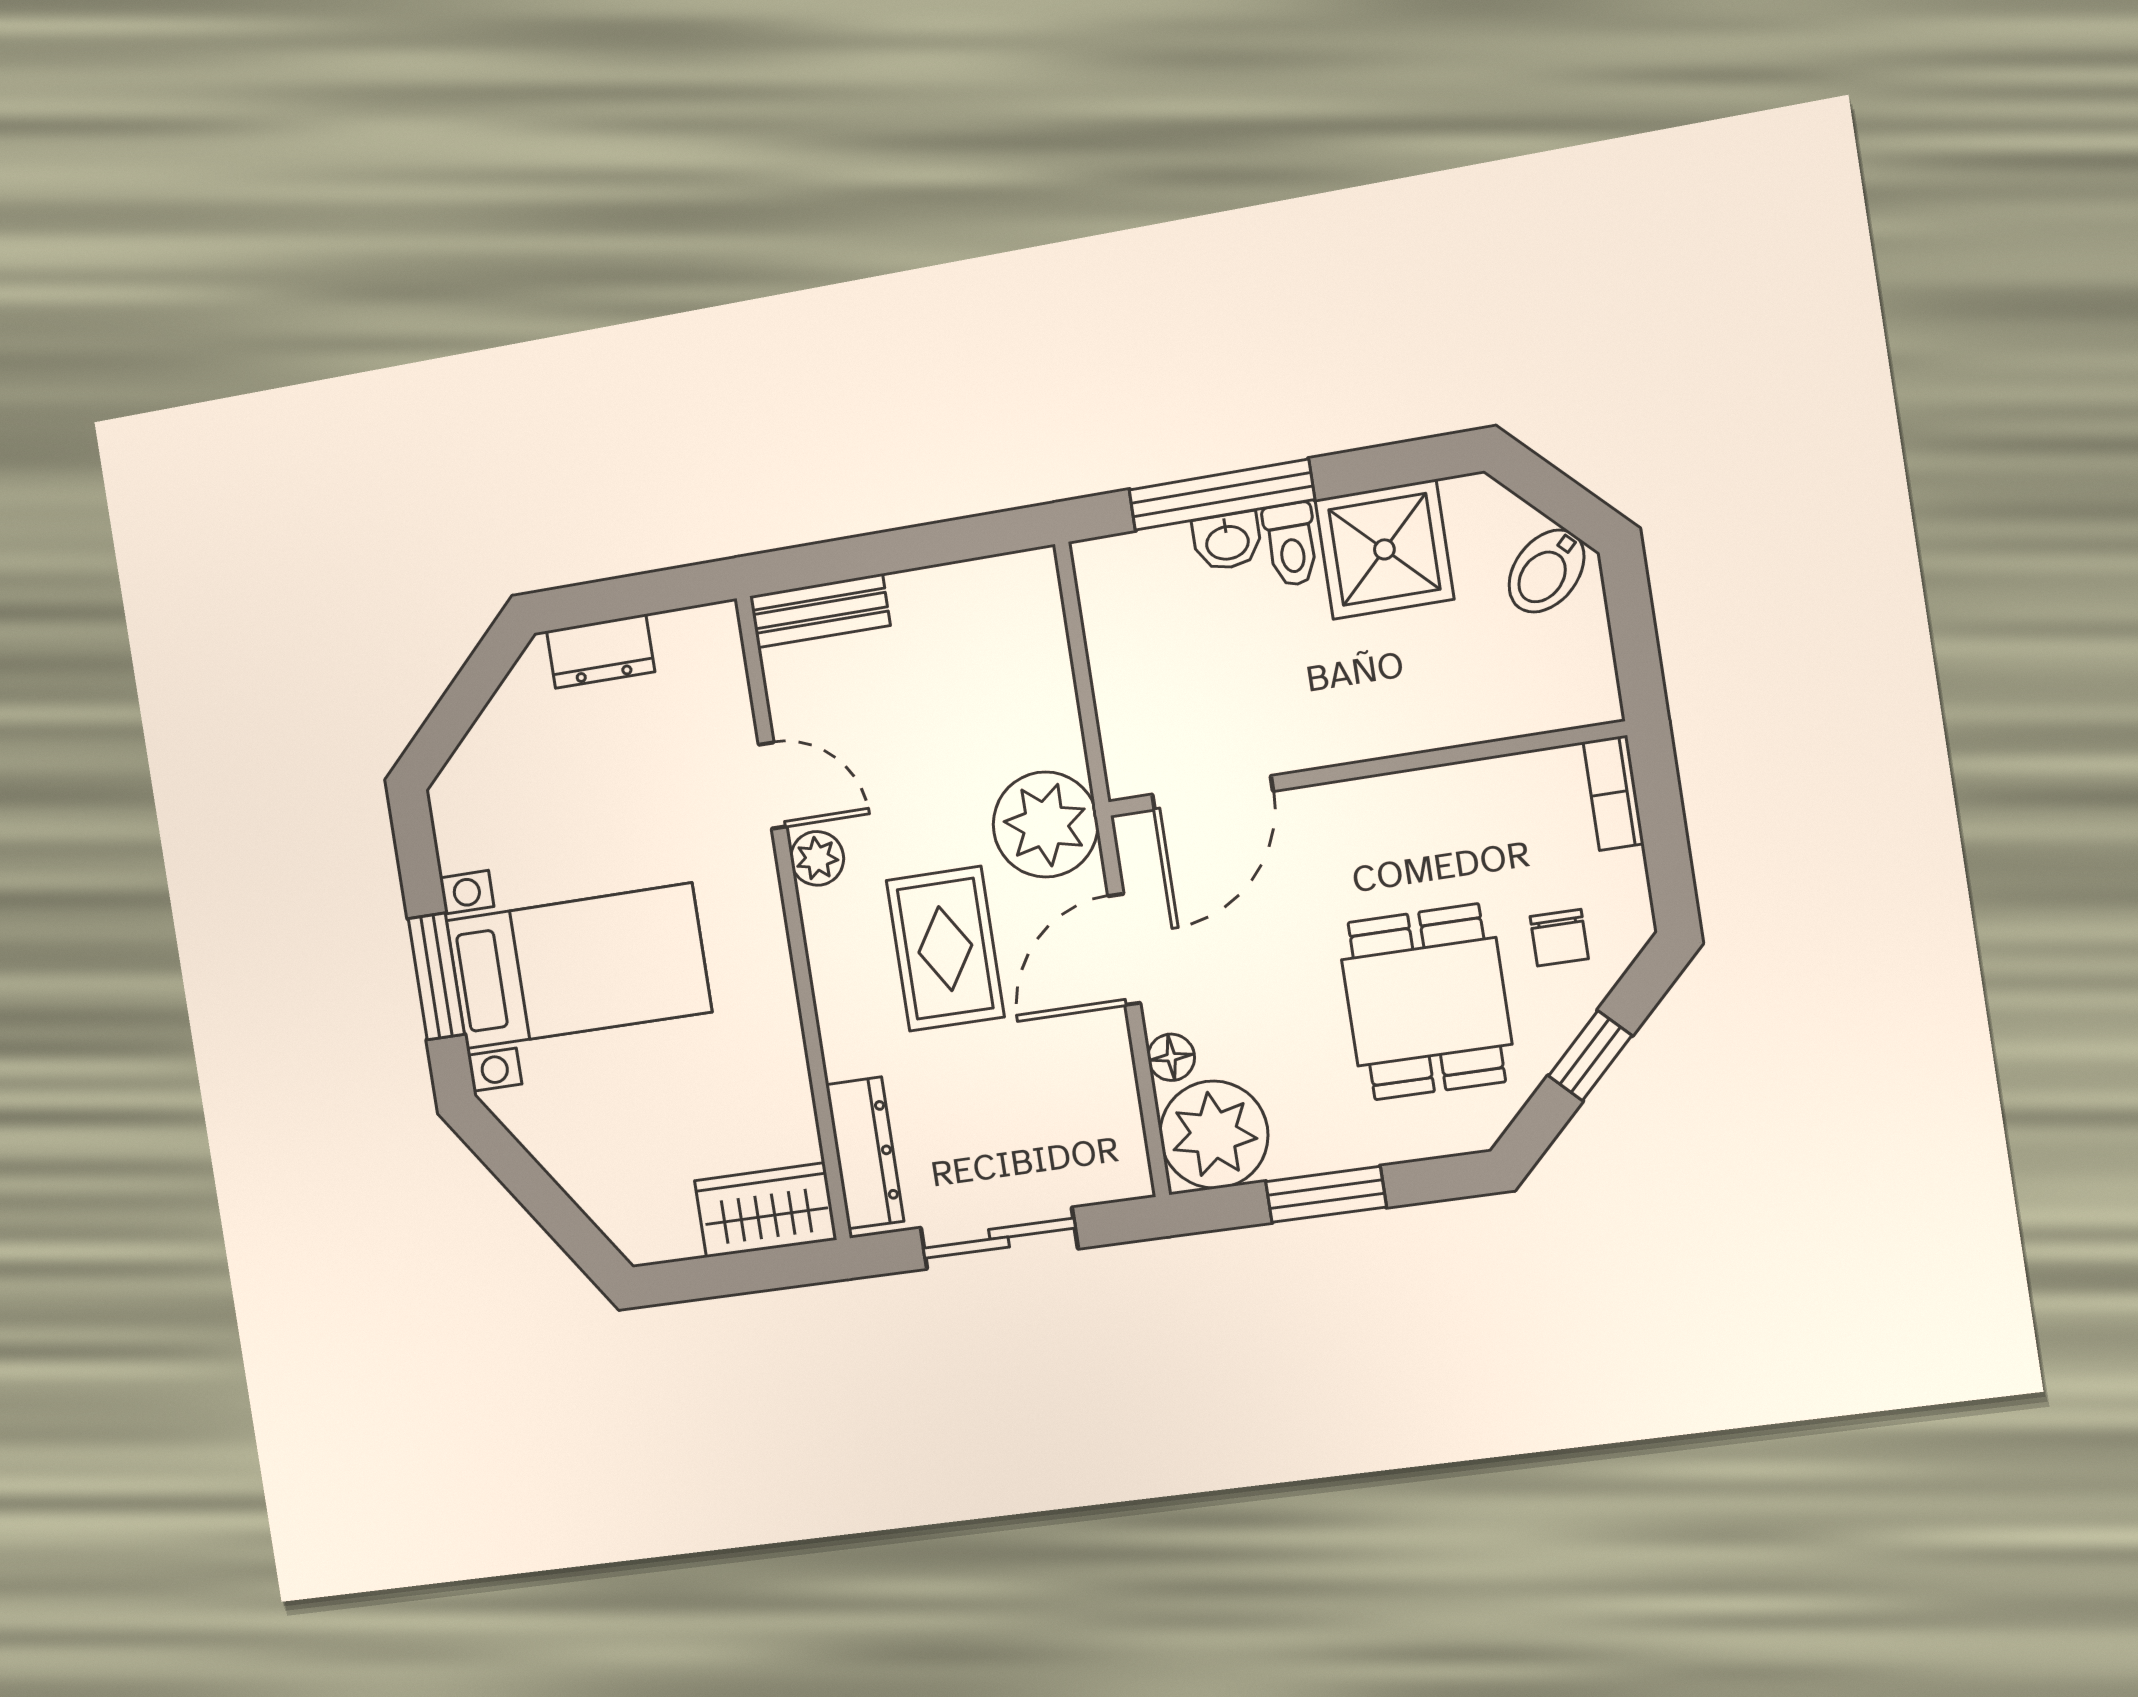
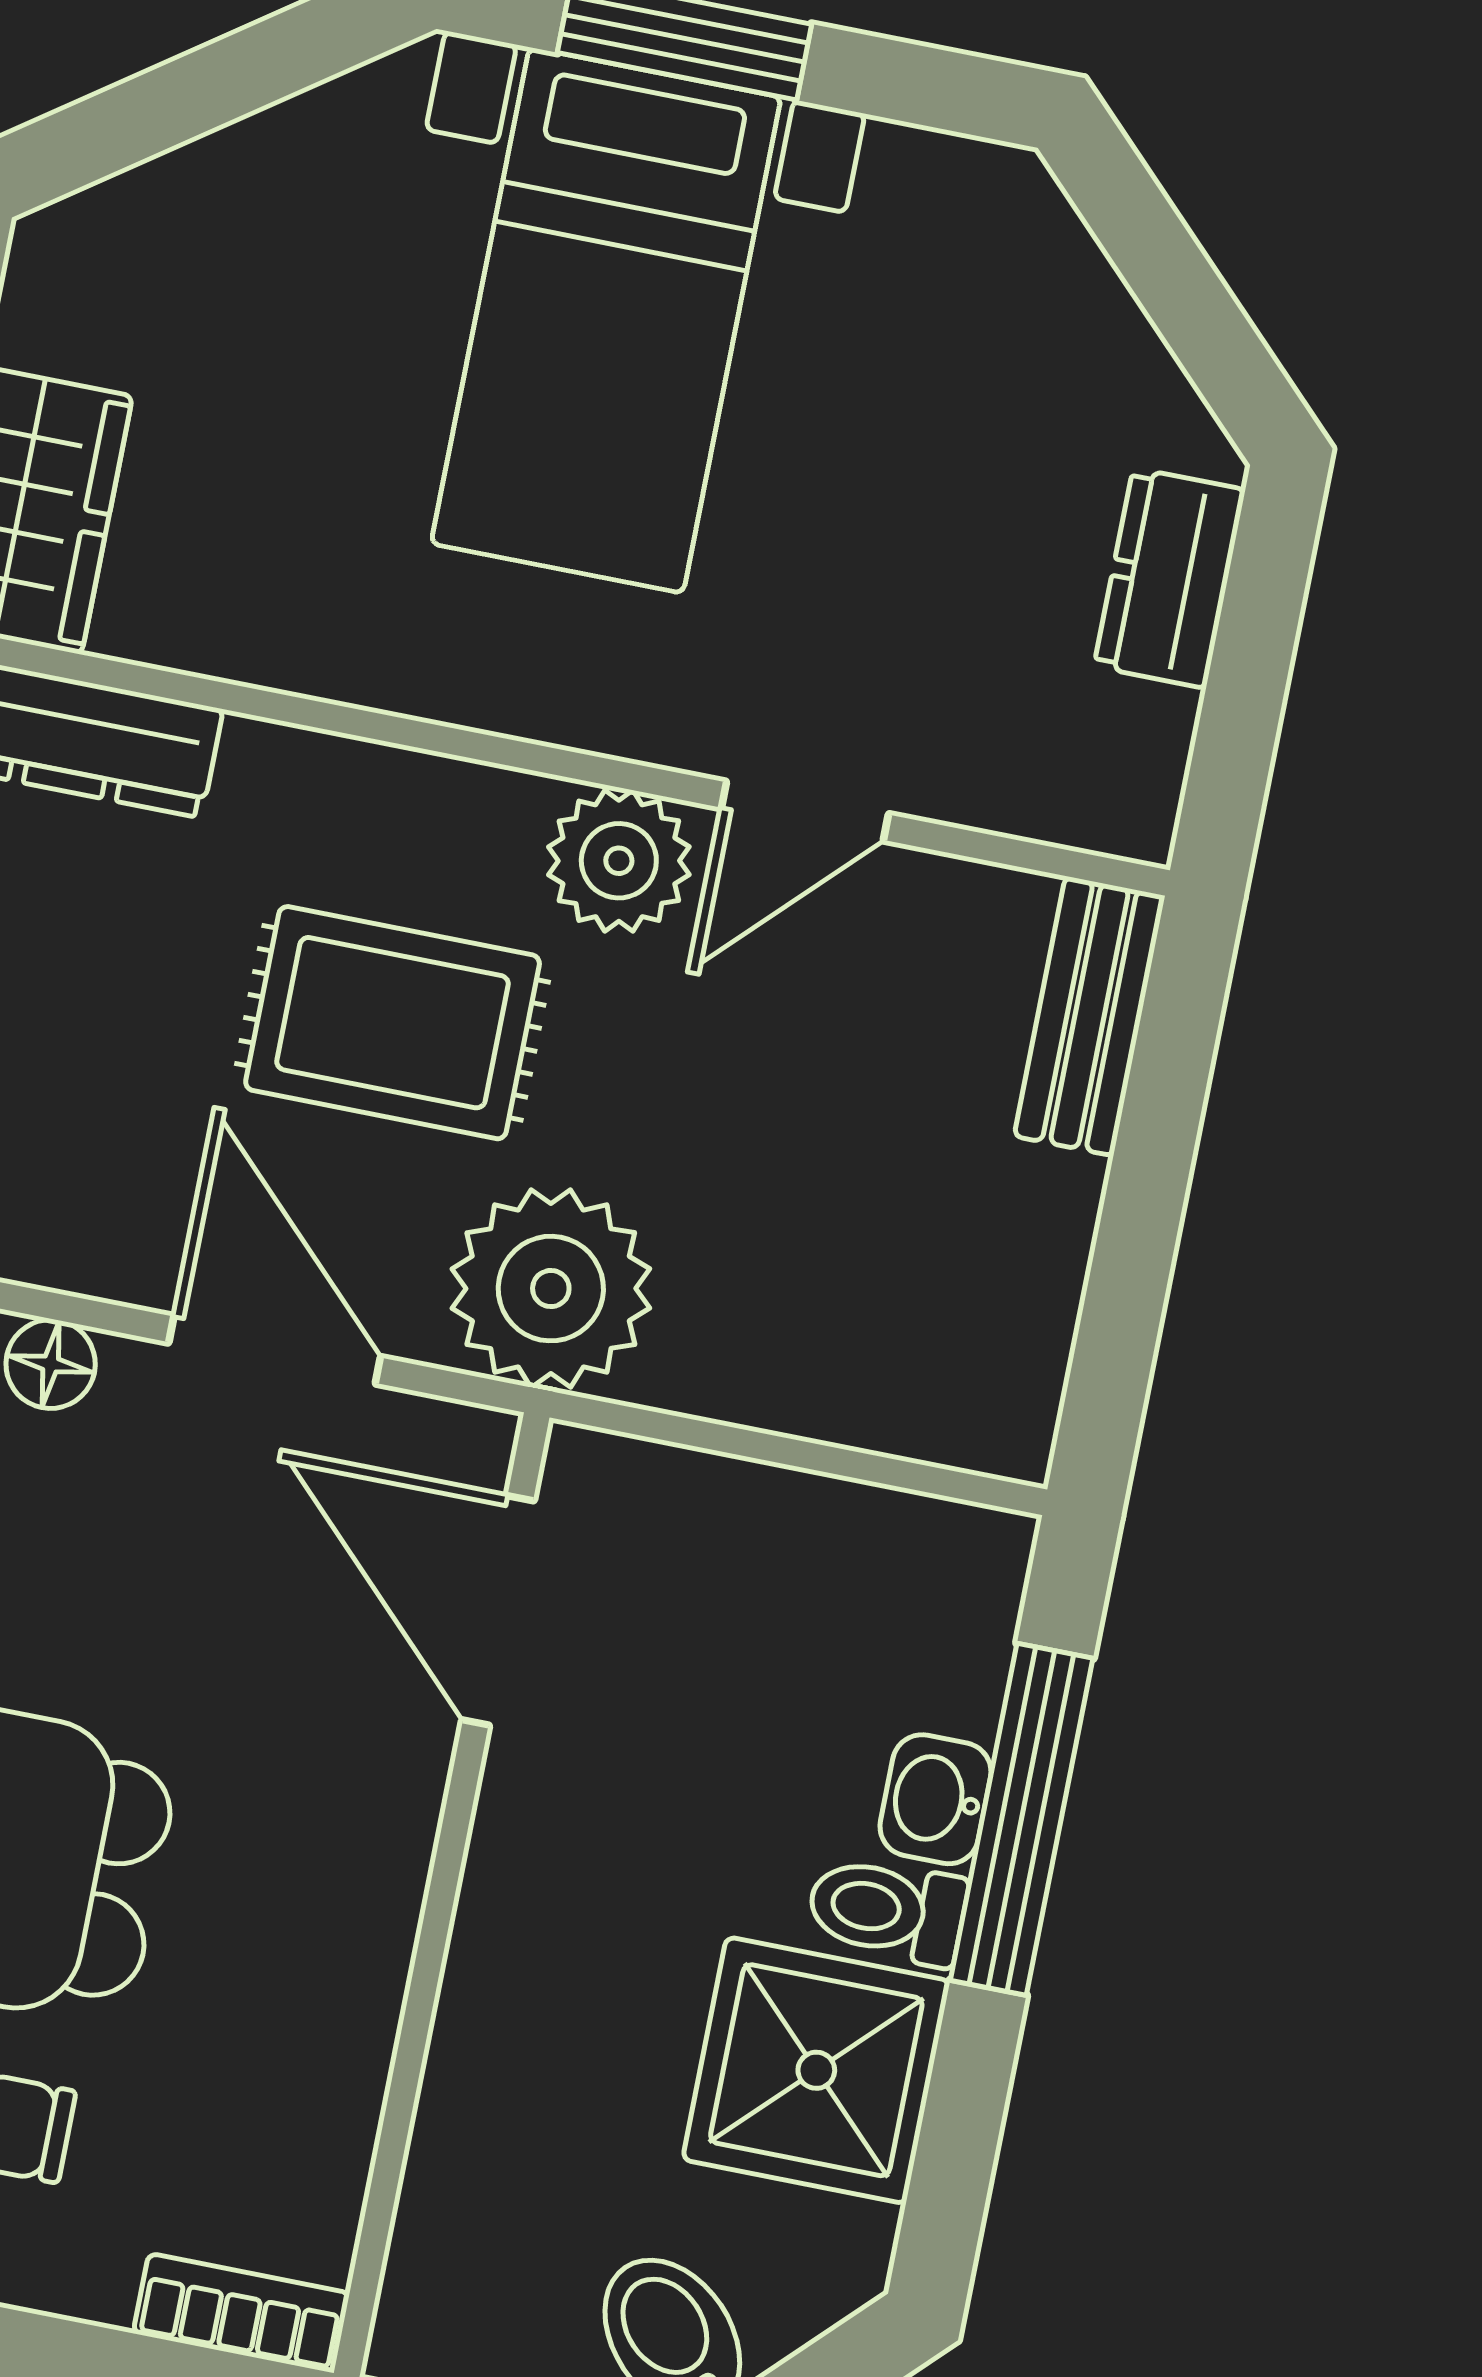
plant: (817, 858) -> (619, 861), width x1.38, depth x1.38

